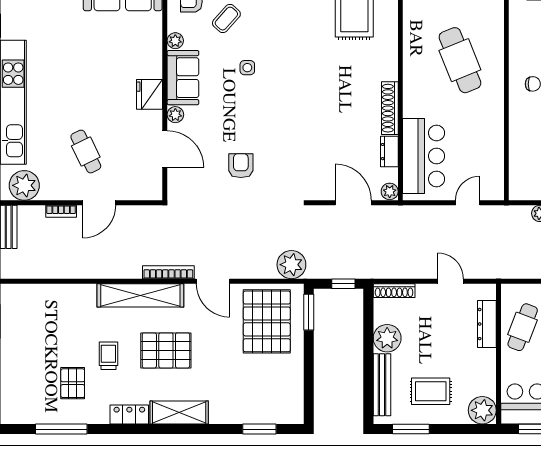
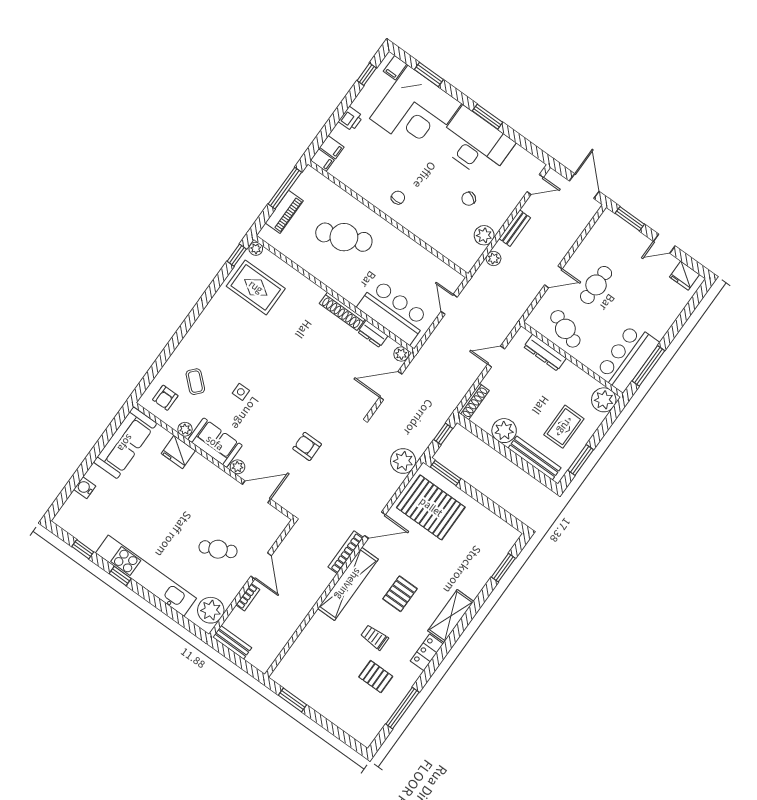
fridge: (150, 94) -> (178, 452), moved
pallet: (166, 350) -> (400, 594), width x0.67, depth x0.71

